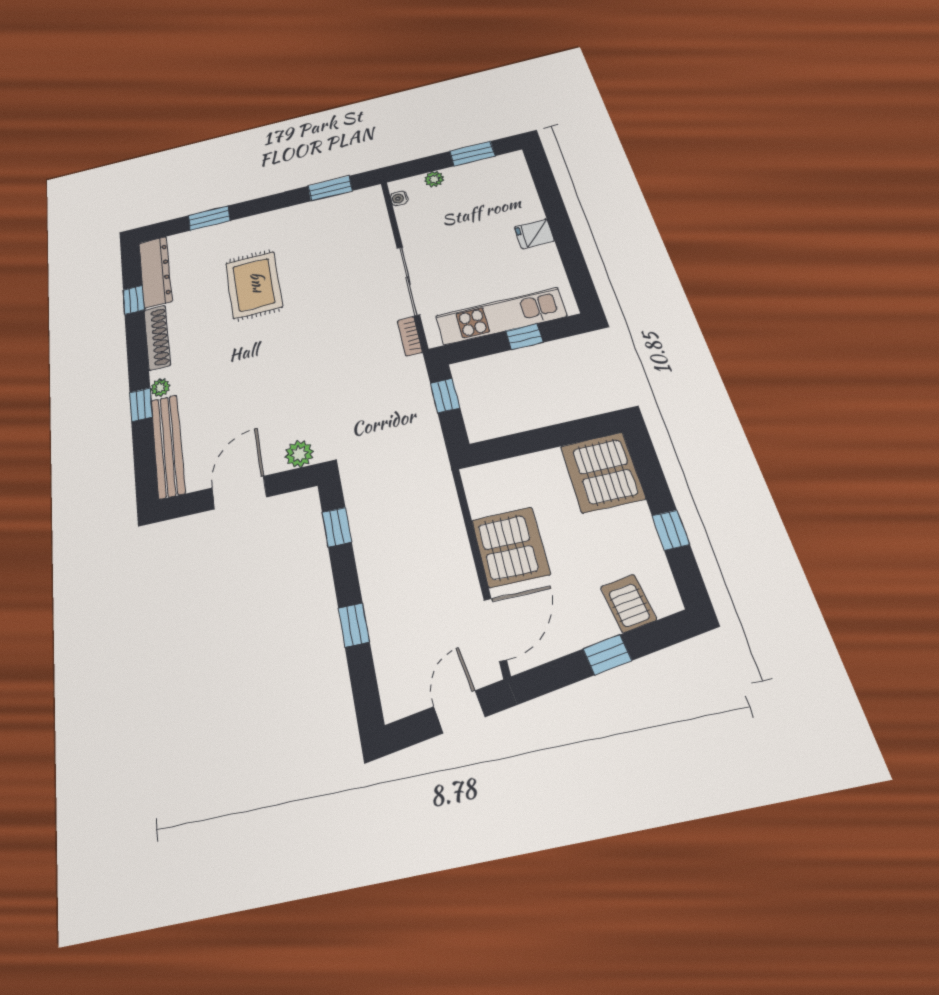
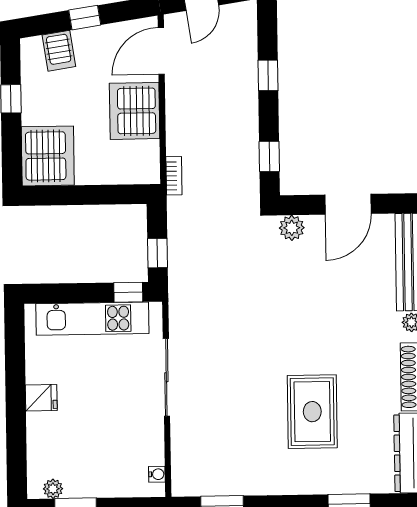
plant: (434, 179) -> (53, 489), moved
bookcase: (410, 336) -> (174, 176), moved
window: (524, 337) -> (128, 292), moved

